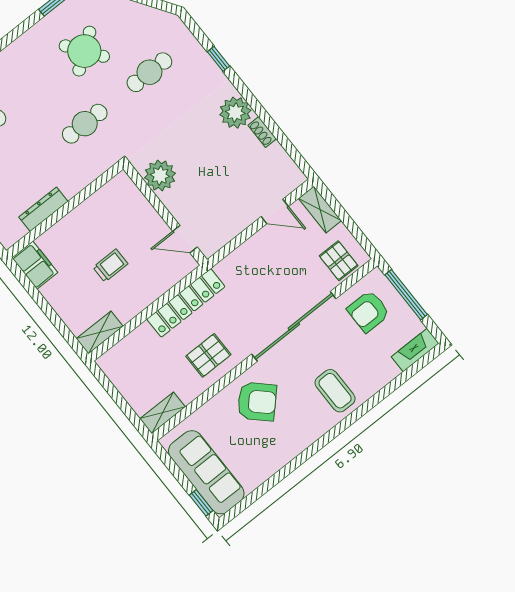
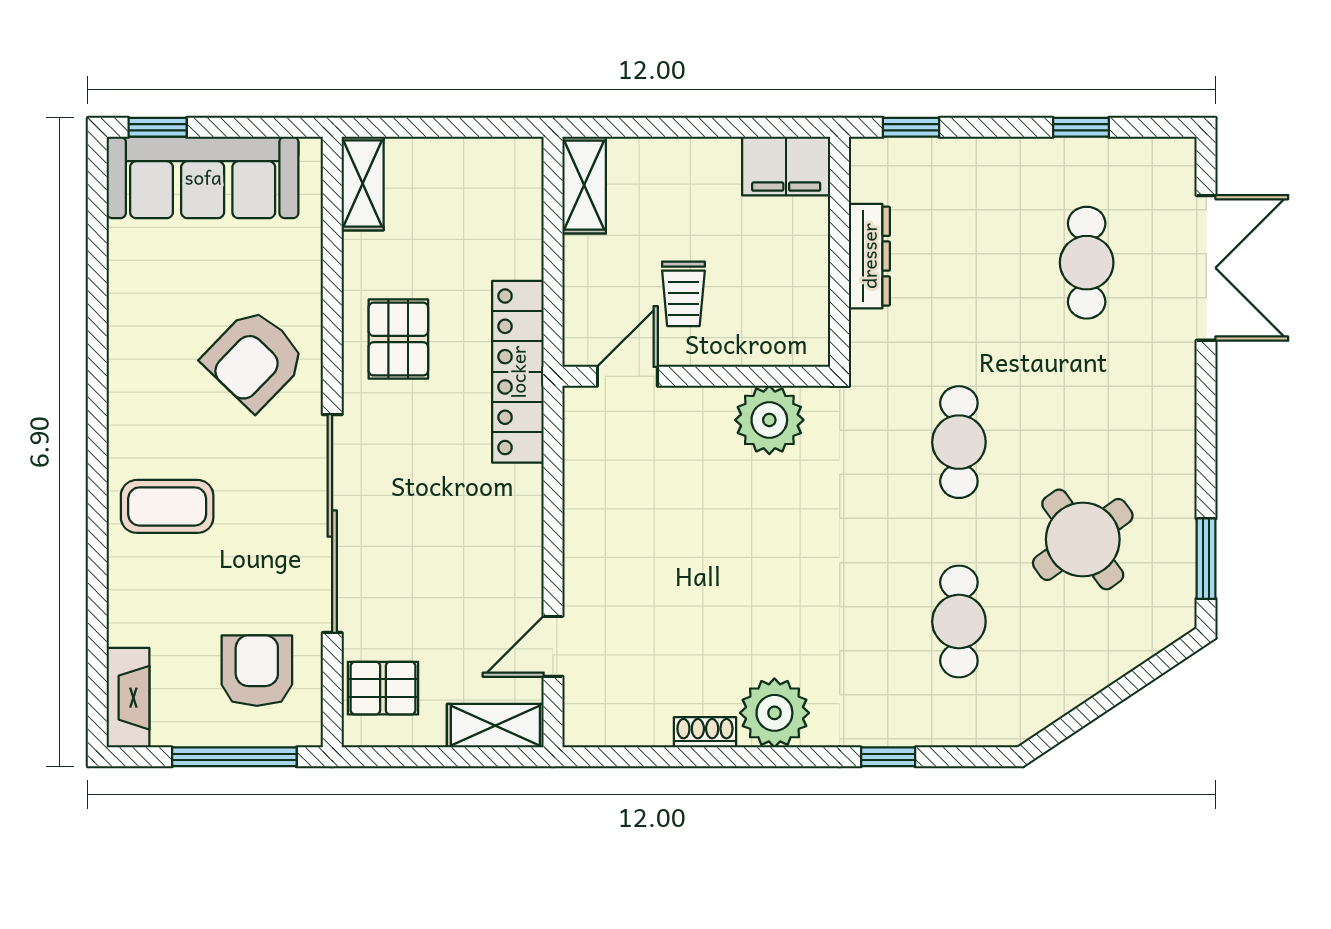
plant: (160, 175) -> (769, 420), moved
wall: (165, 214) -> (696, 376), moved
door: (185, 239) -> (627, 376), moved

